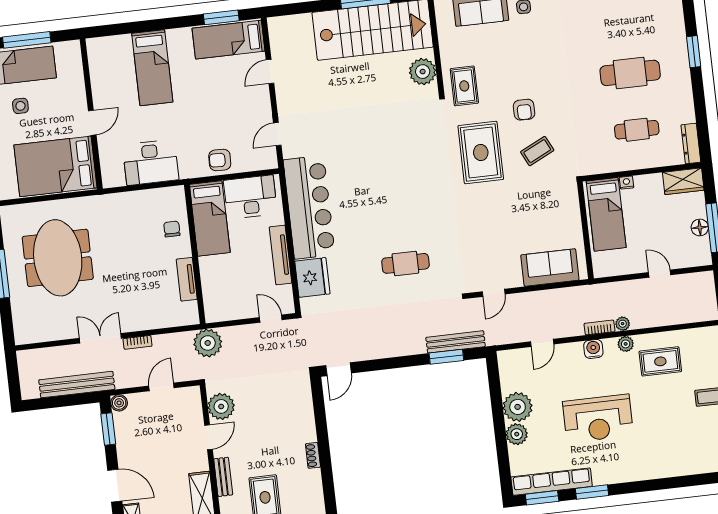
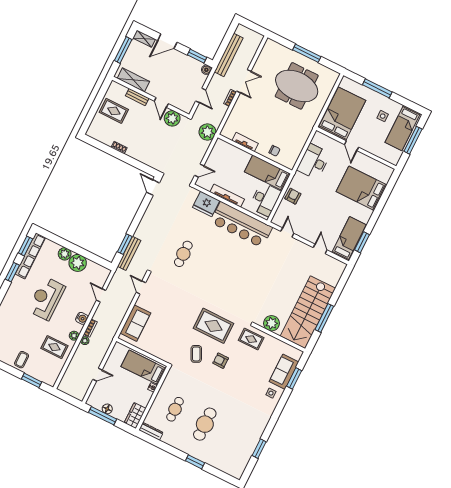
bed: (152, 68) -> (362, 188), width x1.50
rug: (660, 361) -> (54, 347), turned 90

